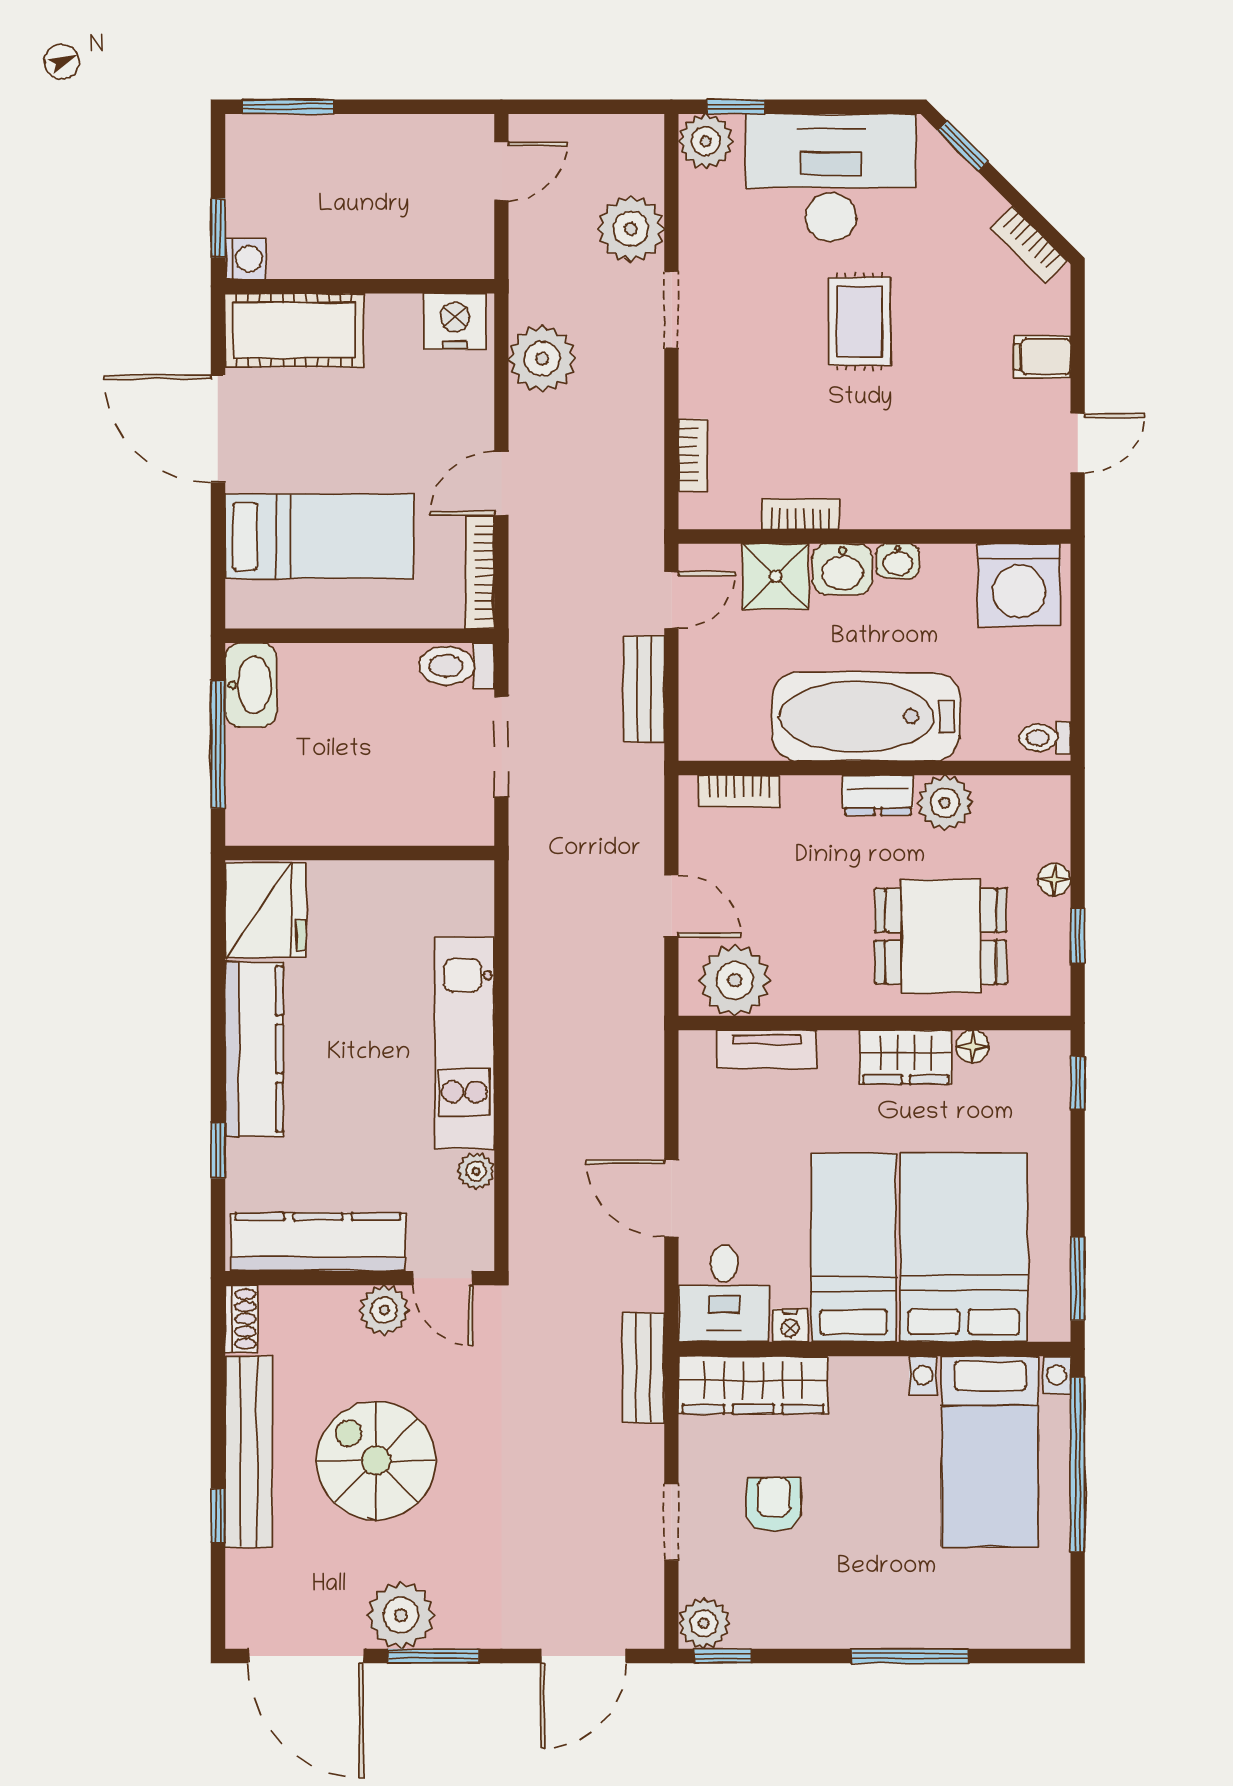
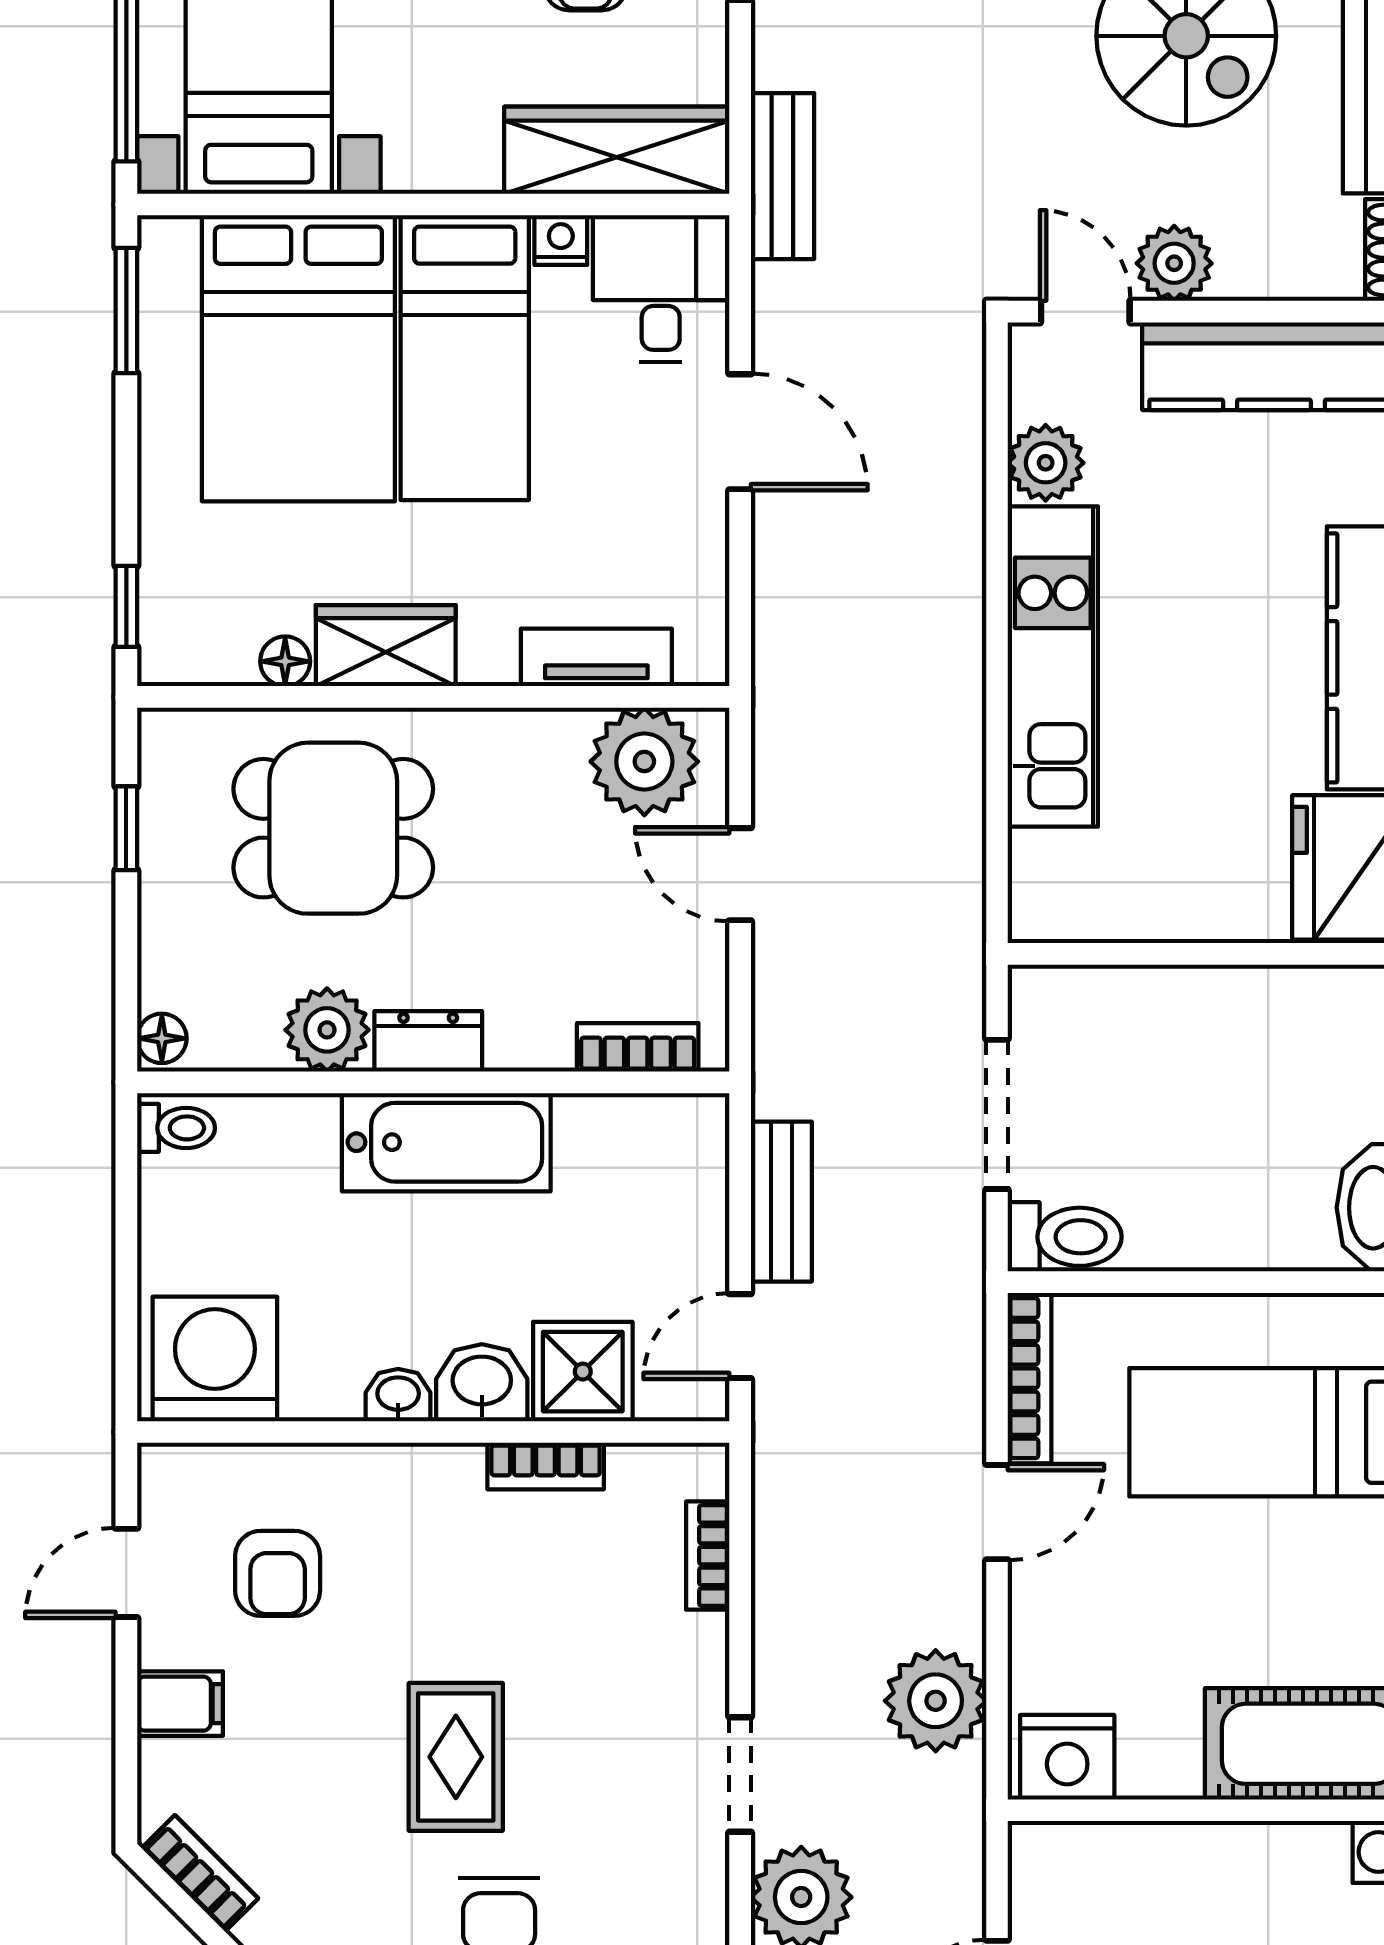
armchair: (978, 443) -> (278, 1573), added
bathtub: (866, 716) -> (446, 1142), width x0.73, depth x0.73
floor lamp: (1054, 880) -> (162, 1038), moved
plant: (476, 1171) -> (1046, 463), width x1.38, depth x1.38

